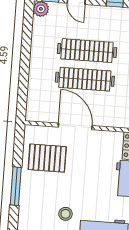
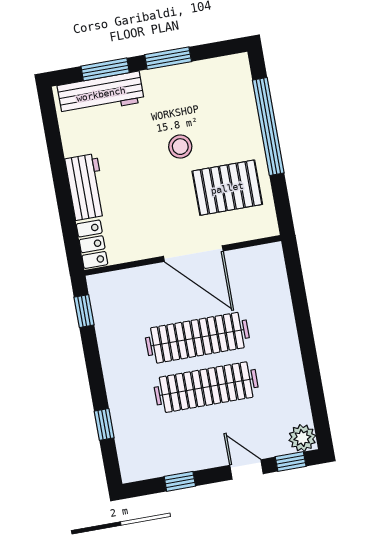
window: (16, 186) -> (268, 127), width x1.46
stool: (66, 214) -> (180, 147), moved

